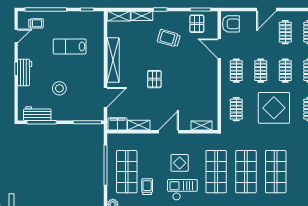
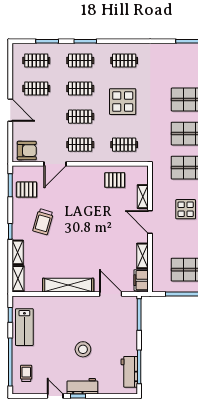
armchair: (231, 24) -> (27, 151), turned 90
door: (16, 36) -> (55, 396), moved
lab bench: (70, 46) -> (24, 327), moved
pallet: (154, 79) -> (115, 180), moved
stool: (59, 88) -> (83, 349), moved
display table: (274, 108) -> (123, 102), width x0.73, depth x0.73
shelving: (201, 125) -> (143, 197), moved

